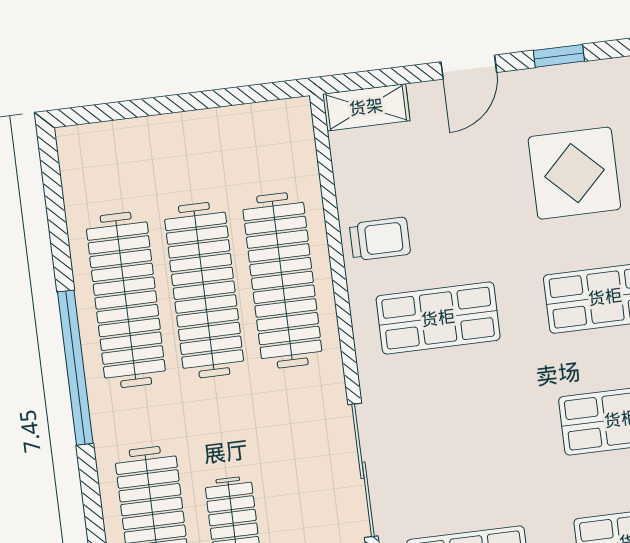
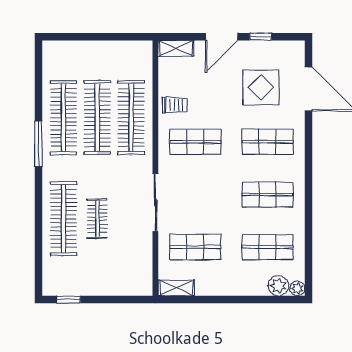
door: (469, 67) -> (222, 37), width x1.38
window: (75, 368) -> (38, 144), width x0.68

